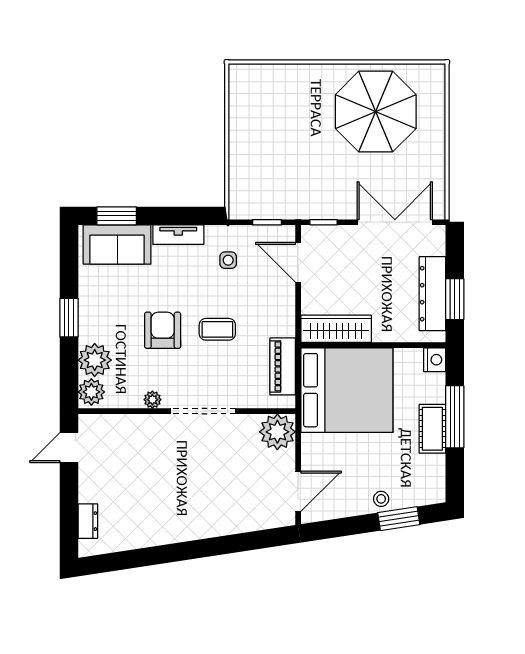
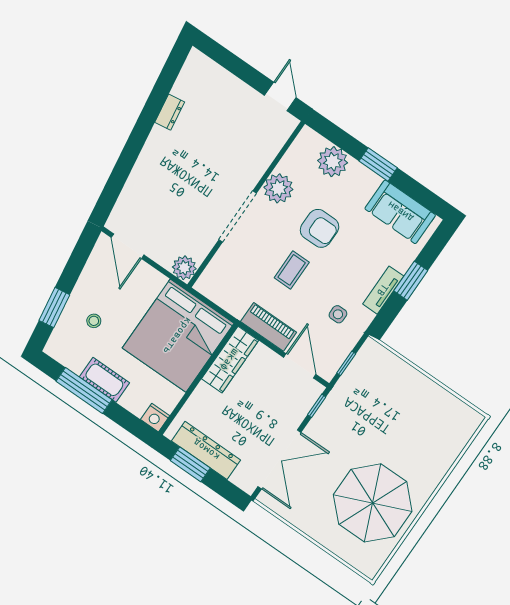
window: (117, 216) -> (411, 281), moved
sofa: (117, 245) -> (400, 212), moved, turned -90
door: (298, 262) -> (300, 366), hinge flipped
piano: (283, 366) -> (269, 327), moved
plant: (91, 392) -> (310, 143), removed
plant: (152, 400) -> (278, 188), width x1.88, depth x1.88
window: (455, 417) -> (84, 391), moved
plant: (277, 432) -> (184, 268), width x0.73, depth x0.73
stool: (381, 499) -> (94, 321), moved
dresser: (88, 521) -> (170, 112), moved, turned -99

